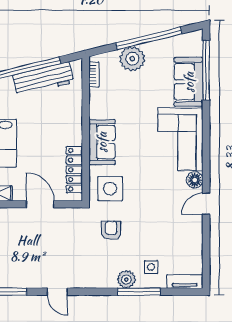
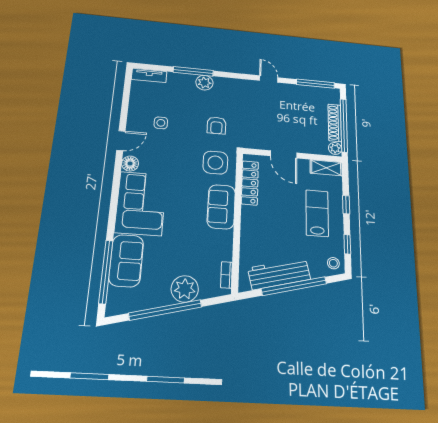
side table: (151, 267) -> (161, 123), moved

